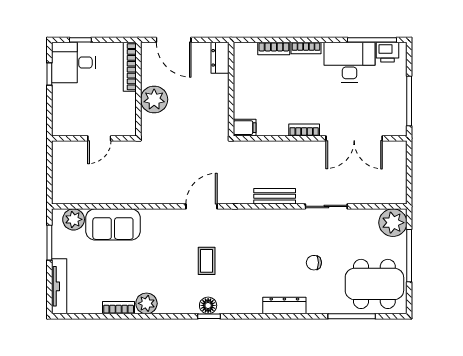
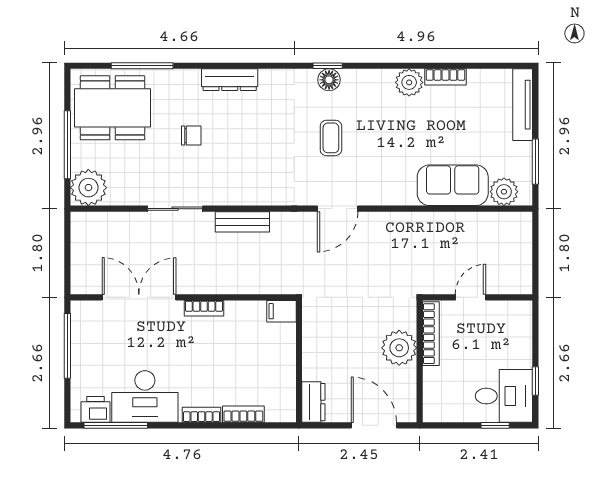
bookcase: (130, 67) -> (431, 334), moved

